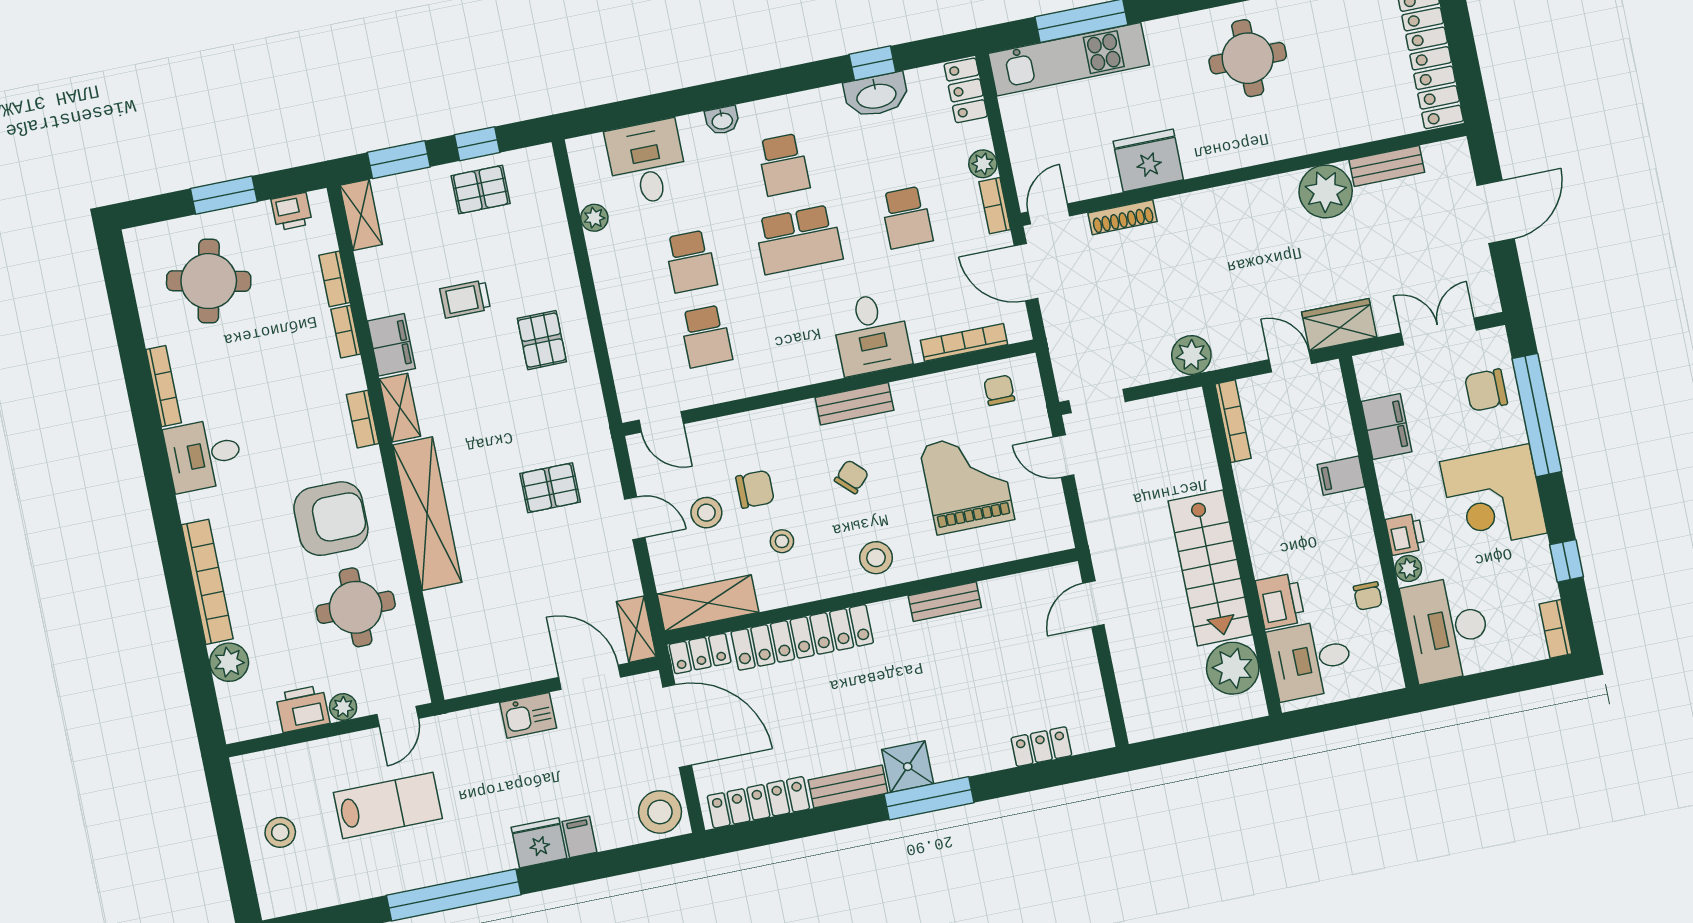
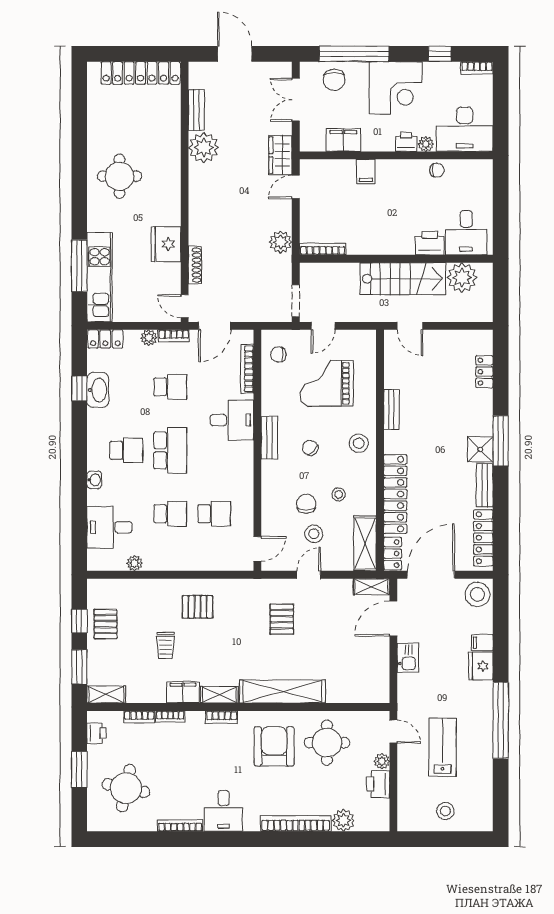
bookcase: (1233, 421) -> (323, 249), moved
wall: (1242, 550) -> (396, 259), moved
stairs: (1210, 568) -> (403, 279), moved
printer: (1280, 601) -> (430, 243), moved
desk: (1311, 660) -> (466, 233), moved
plant: (1233, 668) -> (462, 278), moved

